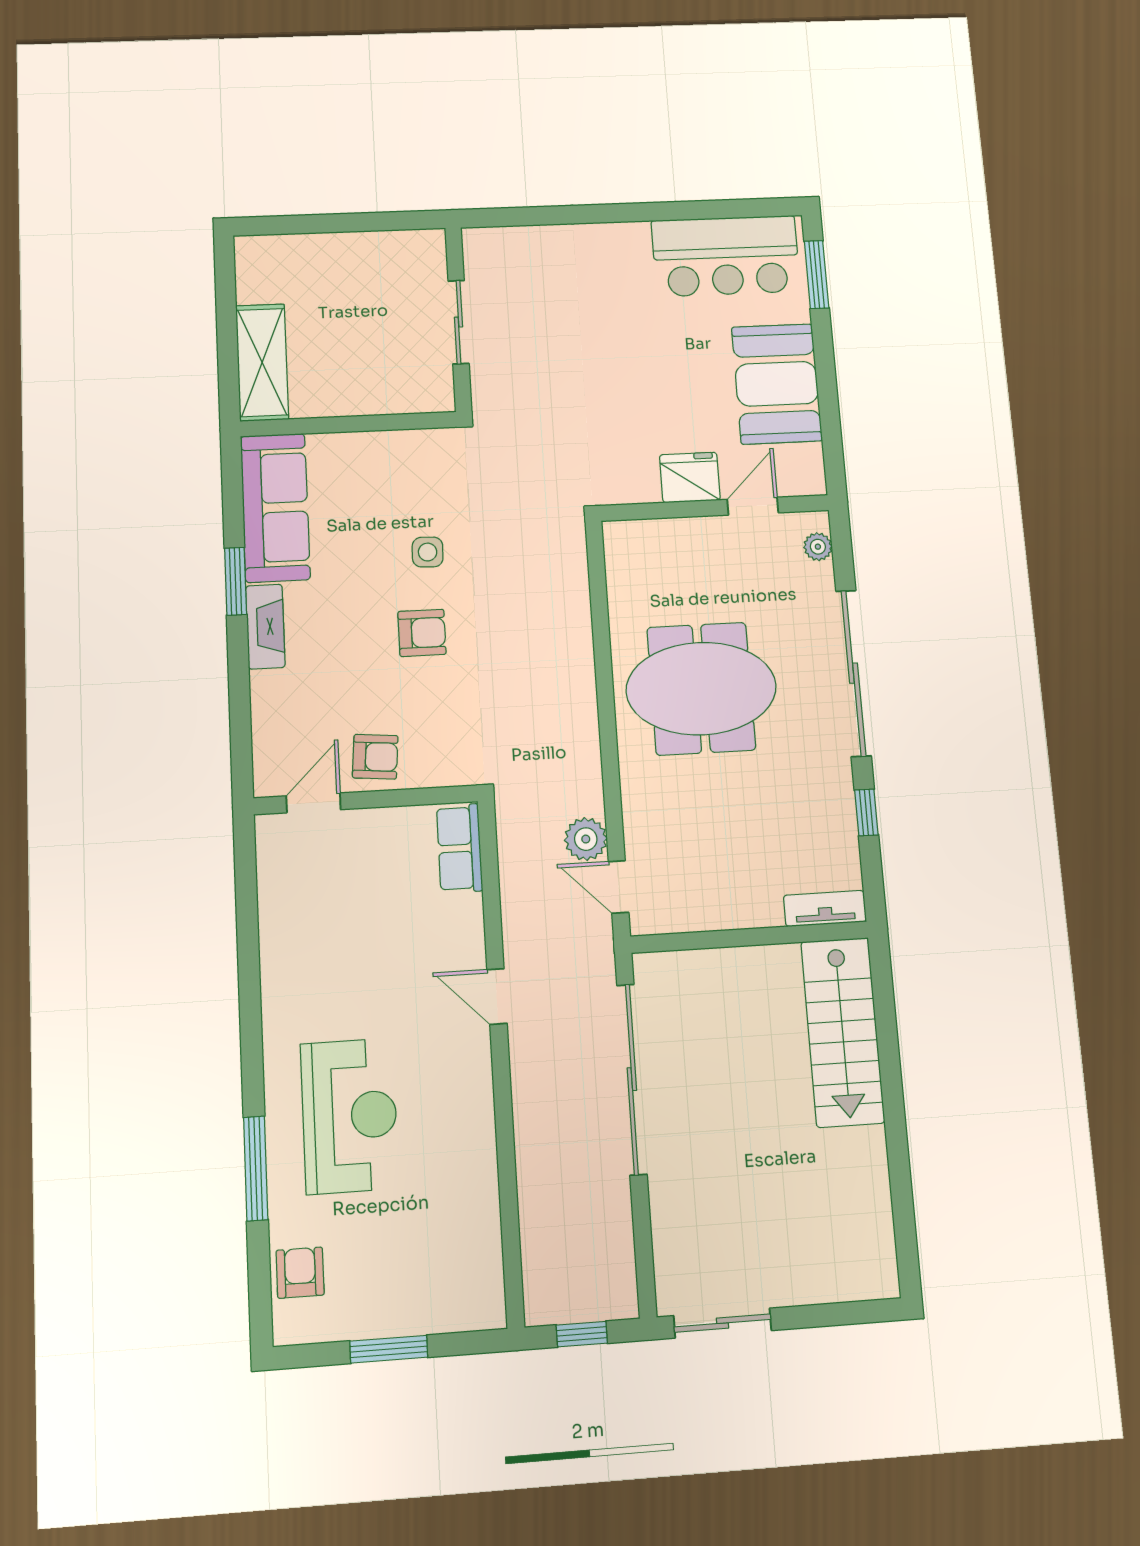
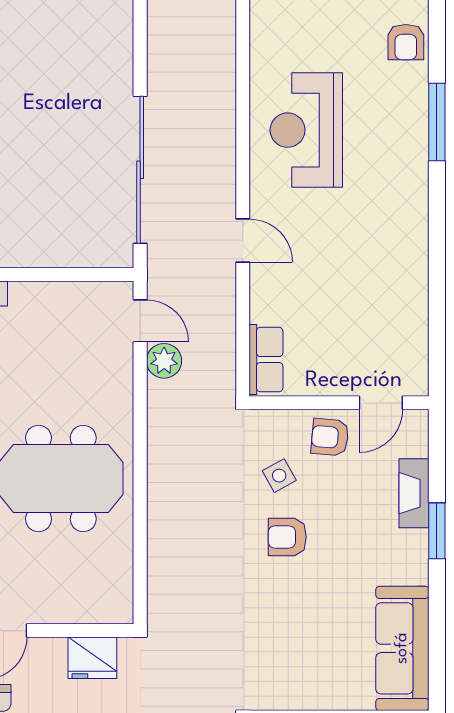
fridge: (690, 477) -> (92, 658), moved
side table: (428, 552) -> (279, 476), moved, turned -31
window: (236, 581) -> (437, 531), moved
fireplace: (265, 627) -> (414, 493), moved
reception desk: (350, 1116) -> (306, 130), moved

